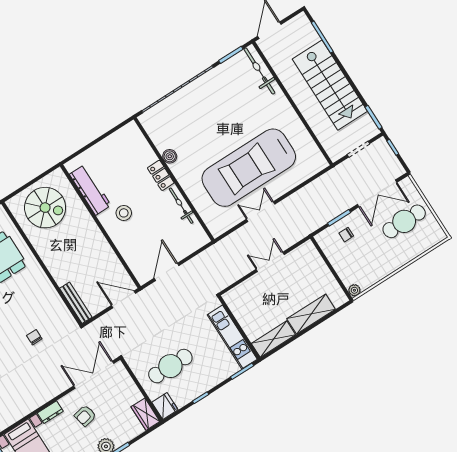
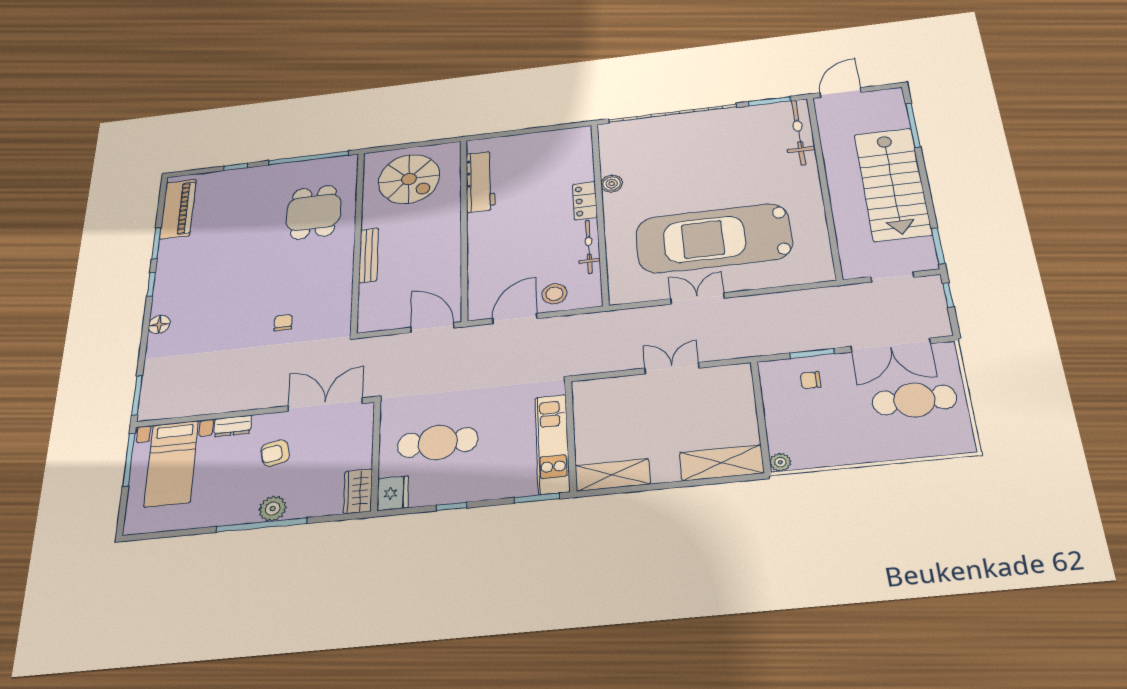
stool: (124, 213) -> (554, 294), moved
bench: (76, 303) -> (369, 255), moved
shelving: (311, 314) -> (722, 463), moved

